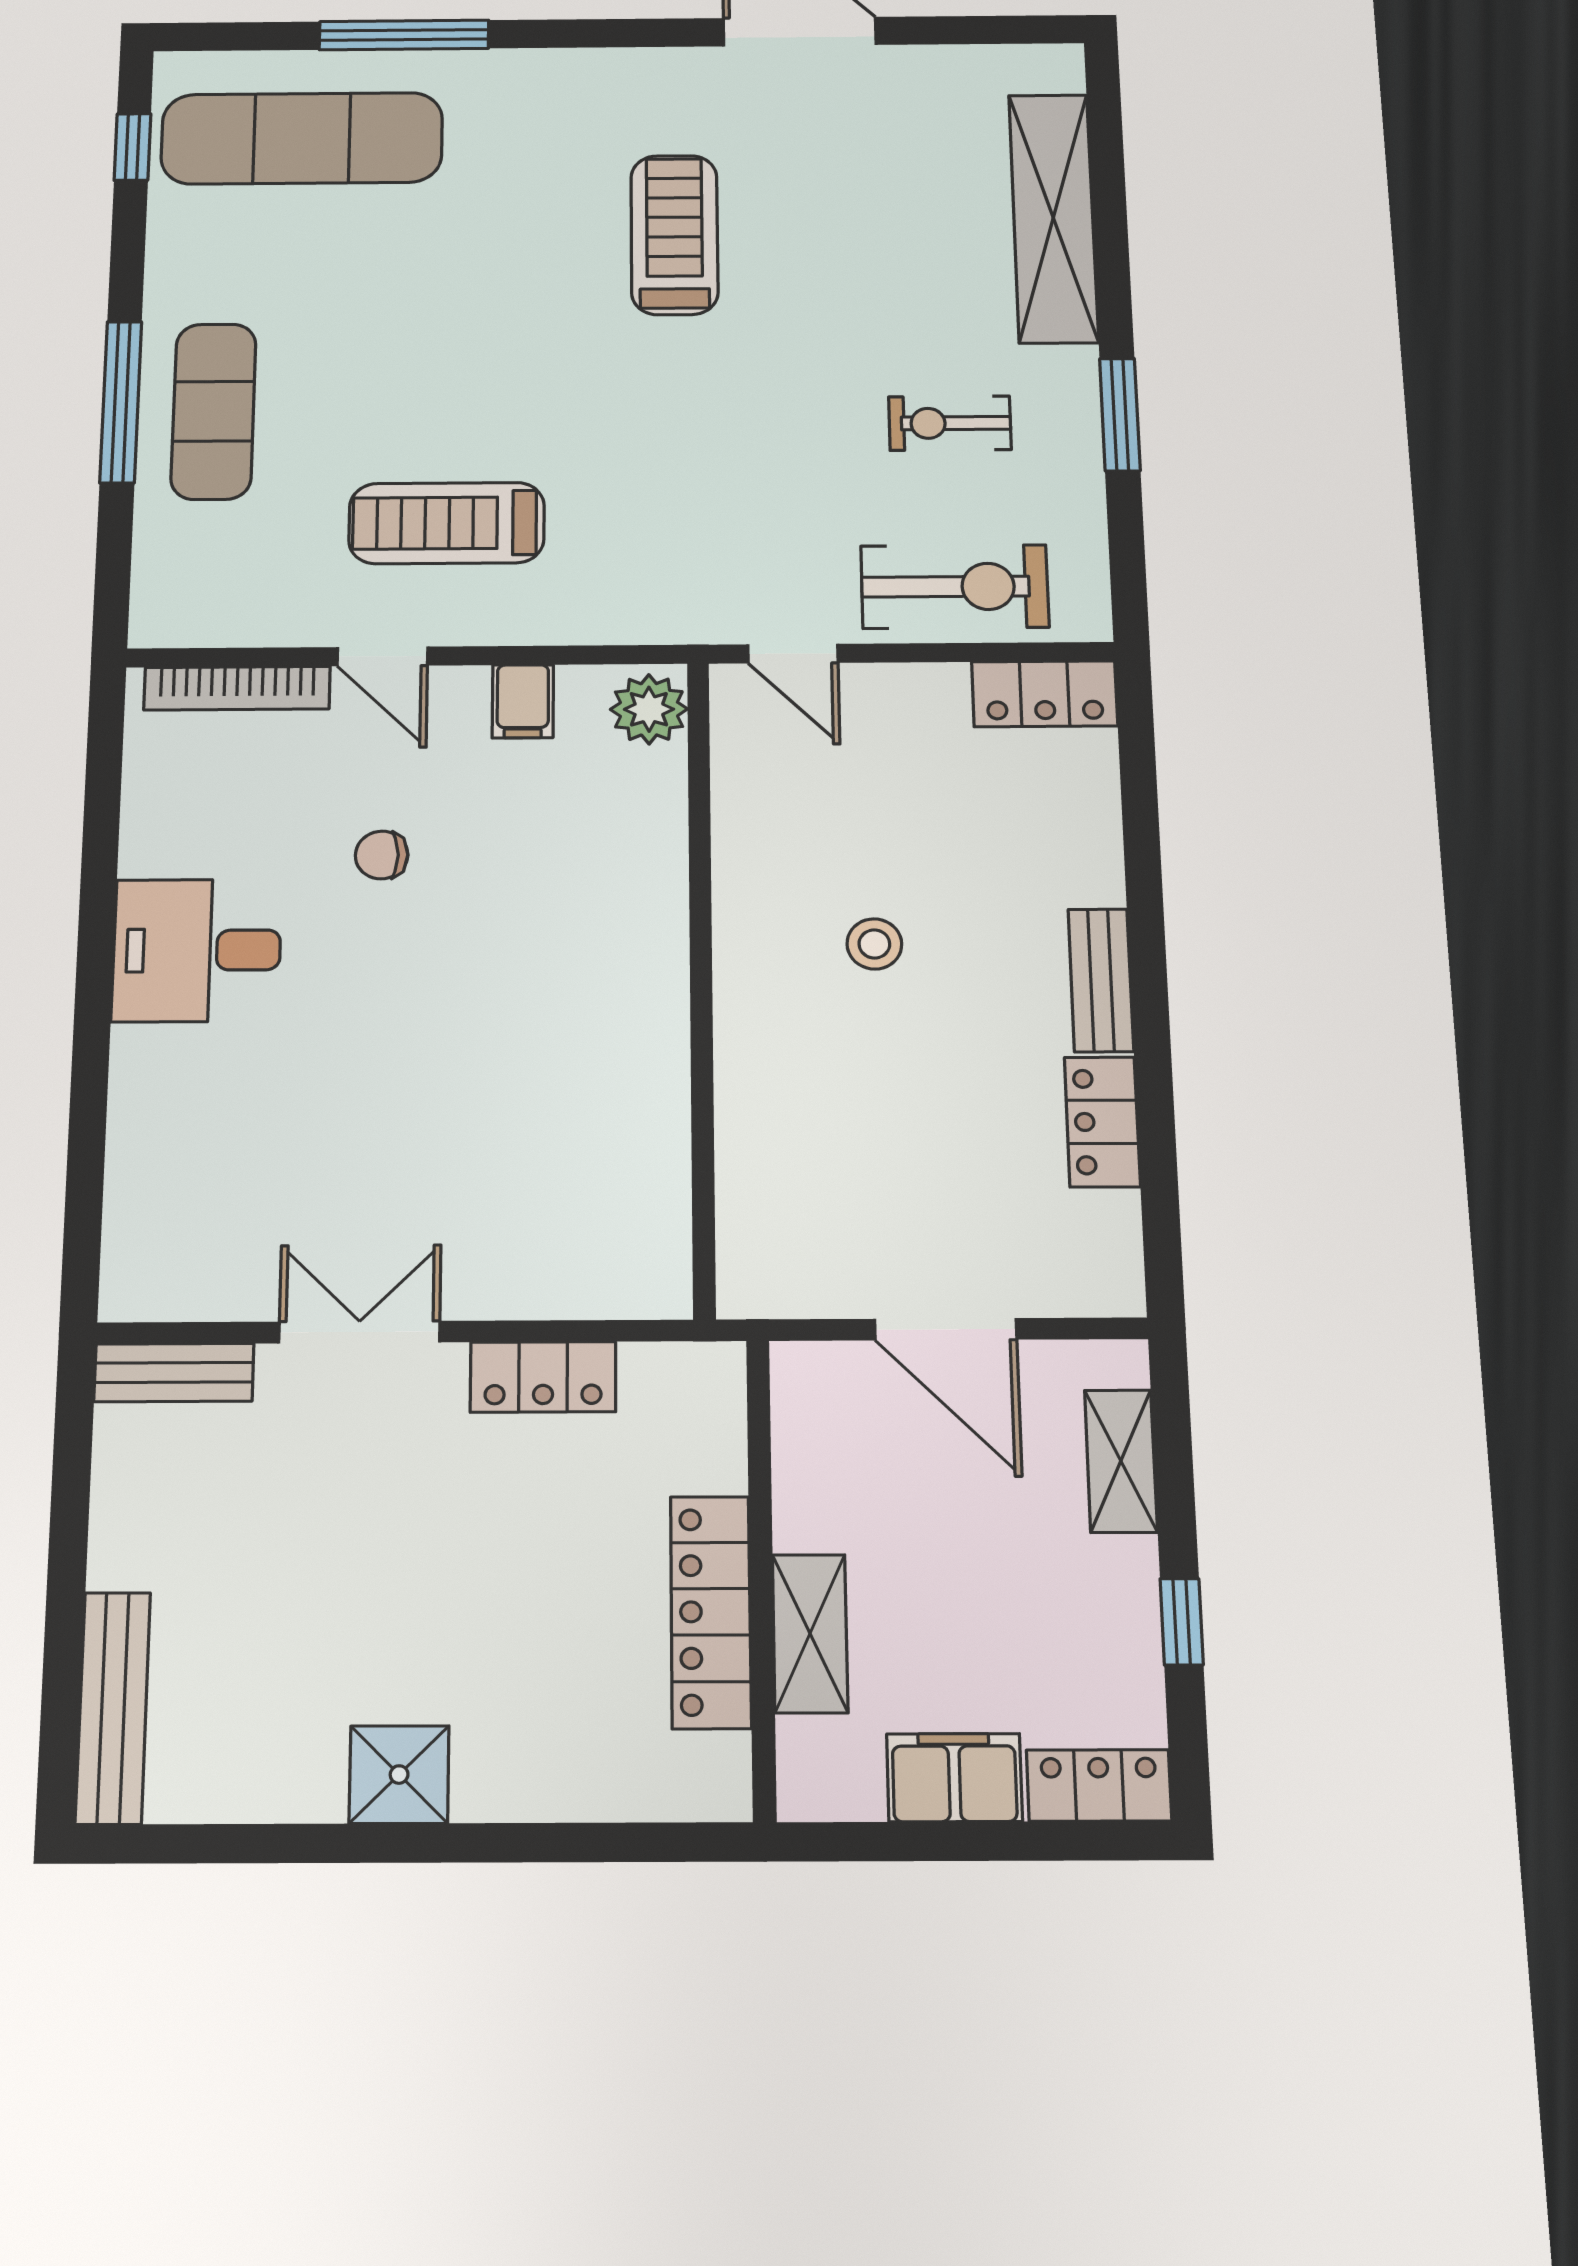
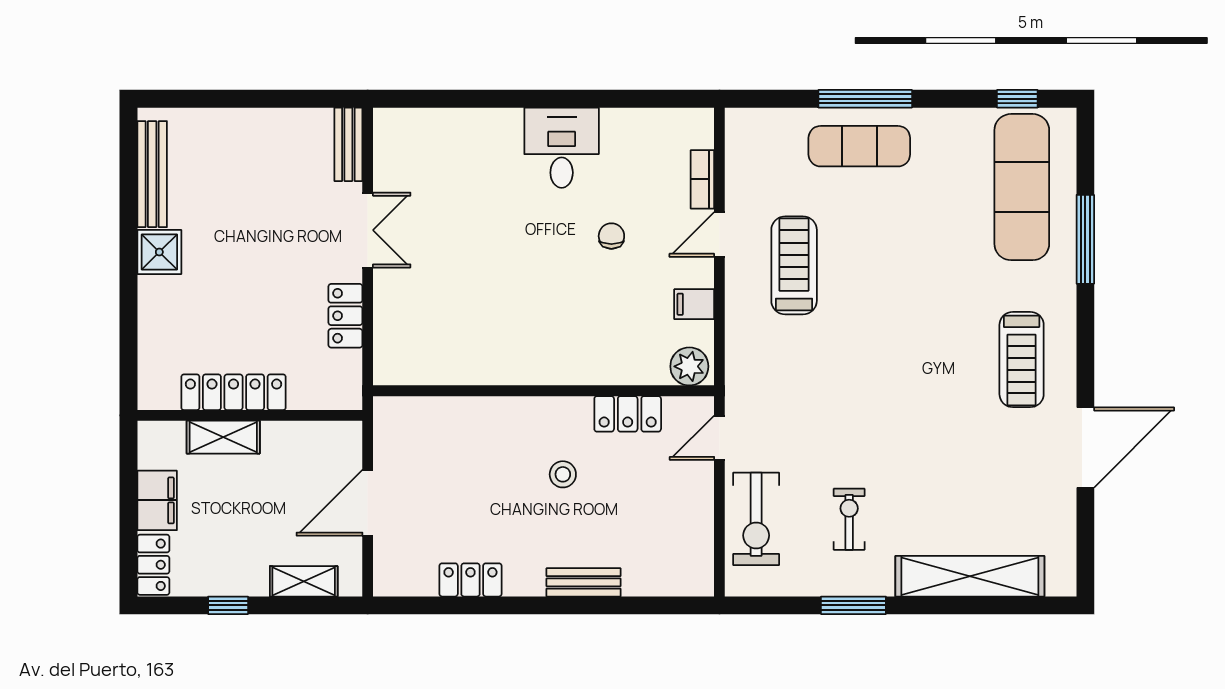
treadmill: (674, 235) -> (1022, 360), moved, turned 90
bookcase: (237, 688) -> (702, 179), width x0.64
locker: (1045, 694) -> (628, 414), moved, turned -90
bench: (1101, 980) -> (584, 582), moved
bench: (113, 1708) -> (152, 174), moved, turned 90

